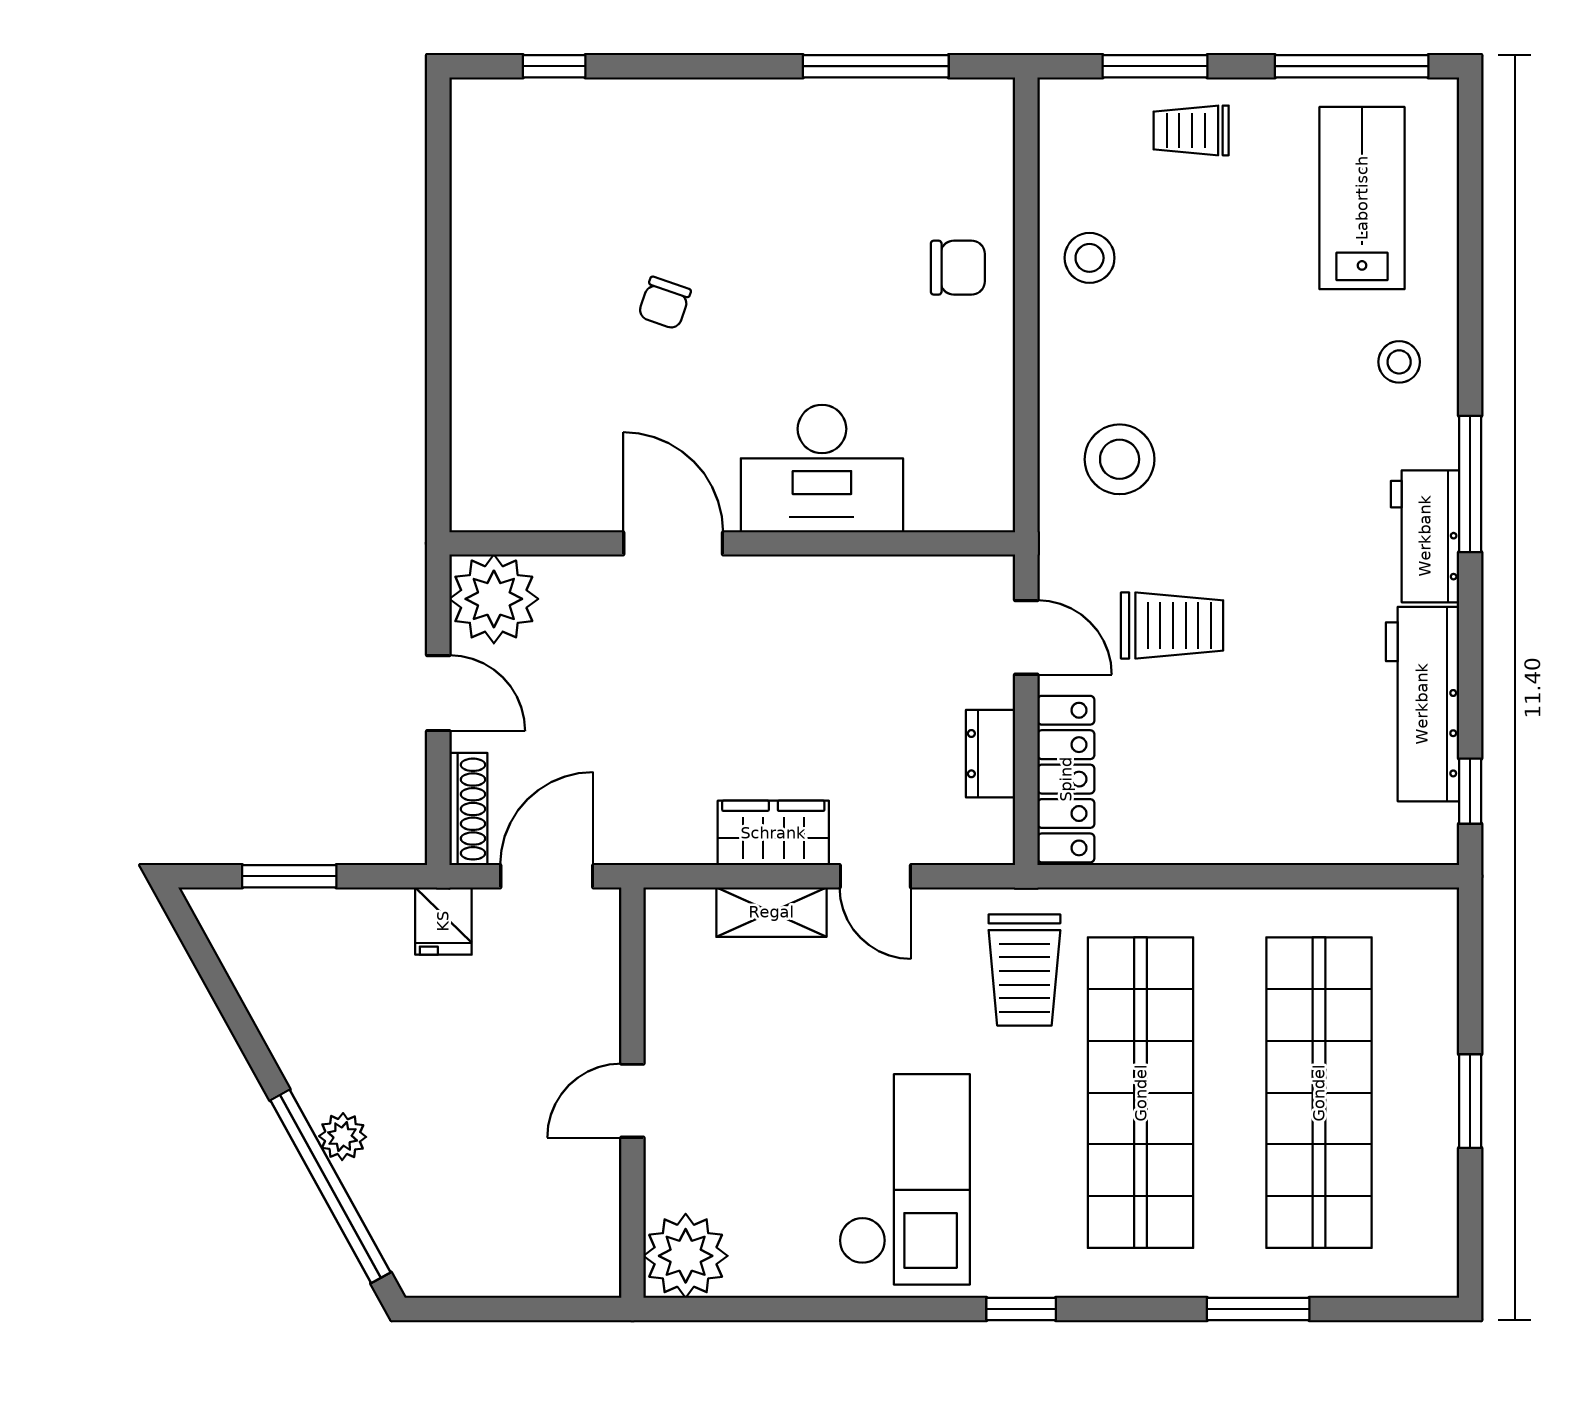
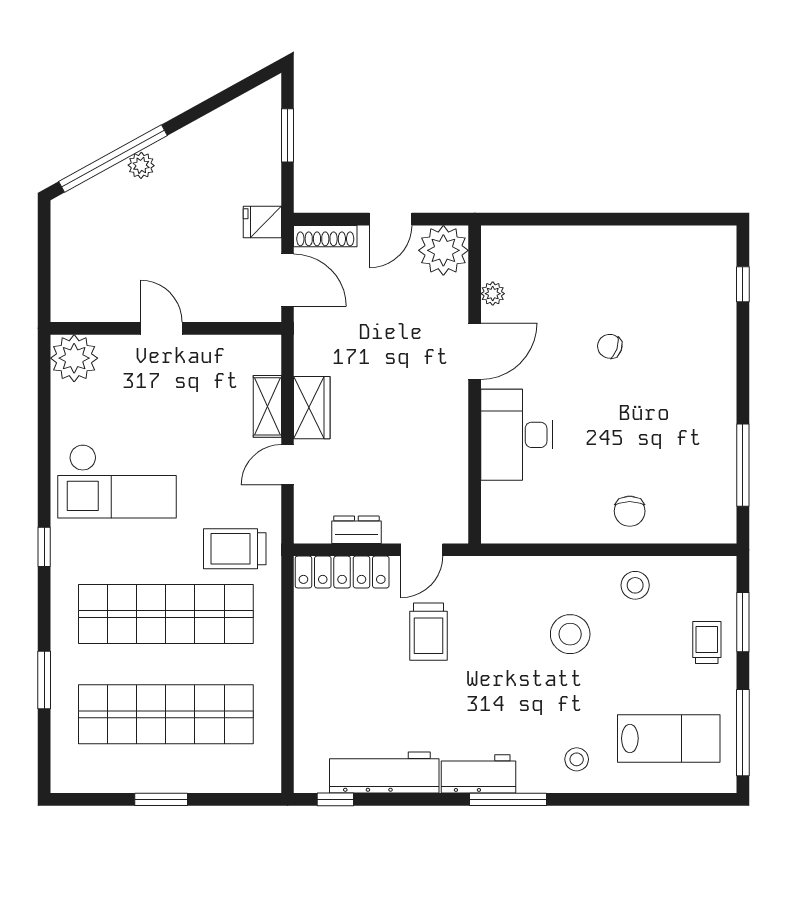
stool: (1120, 459) -> (570, 634), moved
plant: (571, 511) -> (493, 294), added

